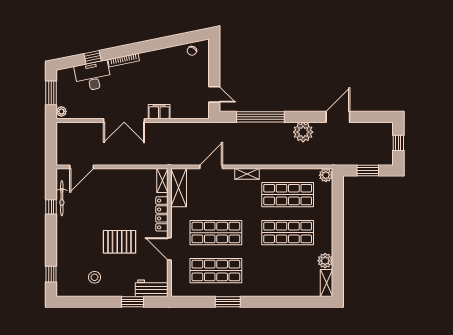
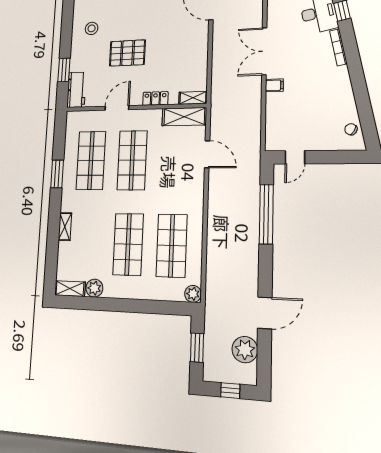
filing cabinet: (159, 112) -> (274, 85), width x0.50
door: (338, 117) -> (265, 313), hinge flipped
plant: (303, 132) -> (245, 350), moved
shelving: (247, 174) -> (65, 227), moved
locker: (162, 214) -> (155, 98), width x0.66
pallet: (119, 242) -> (127, 53), turned 90

